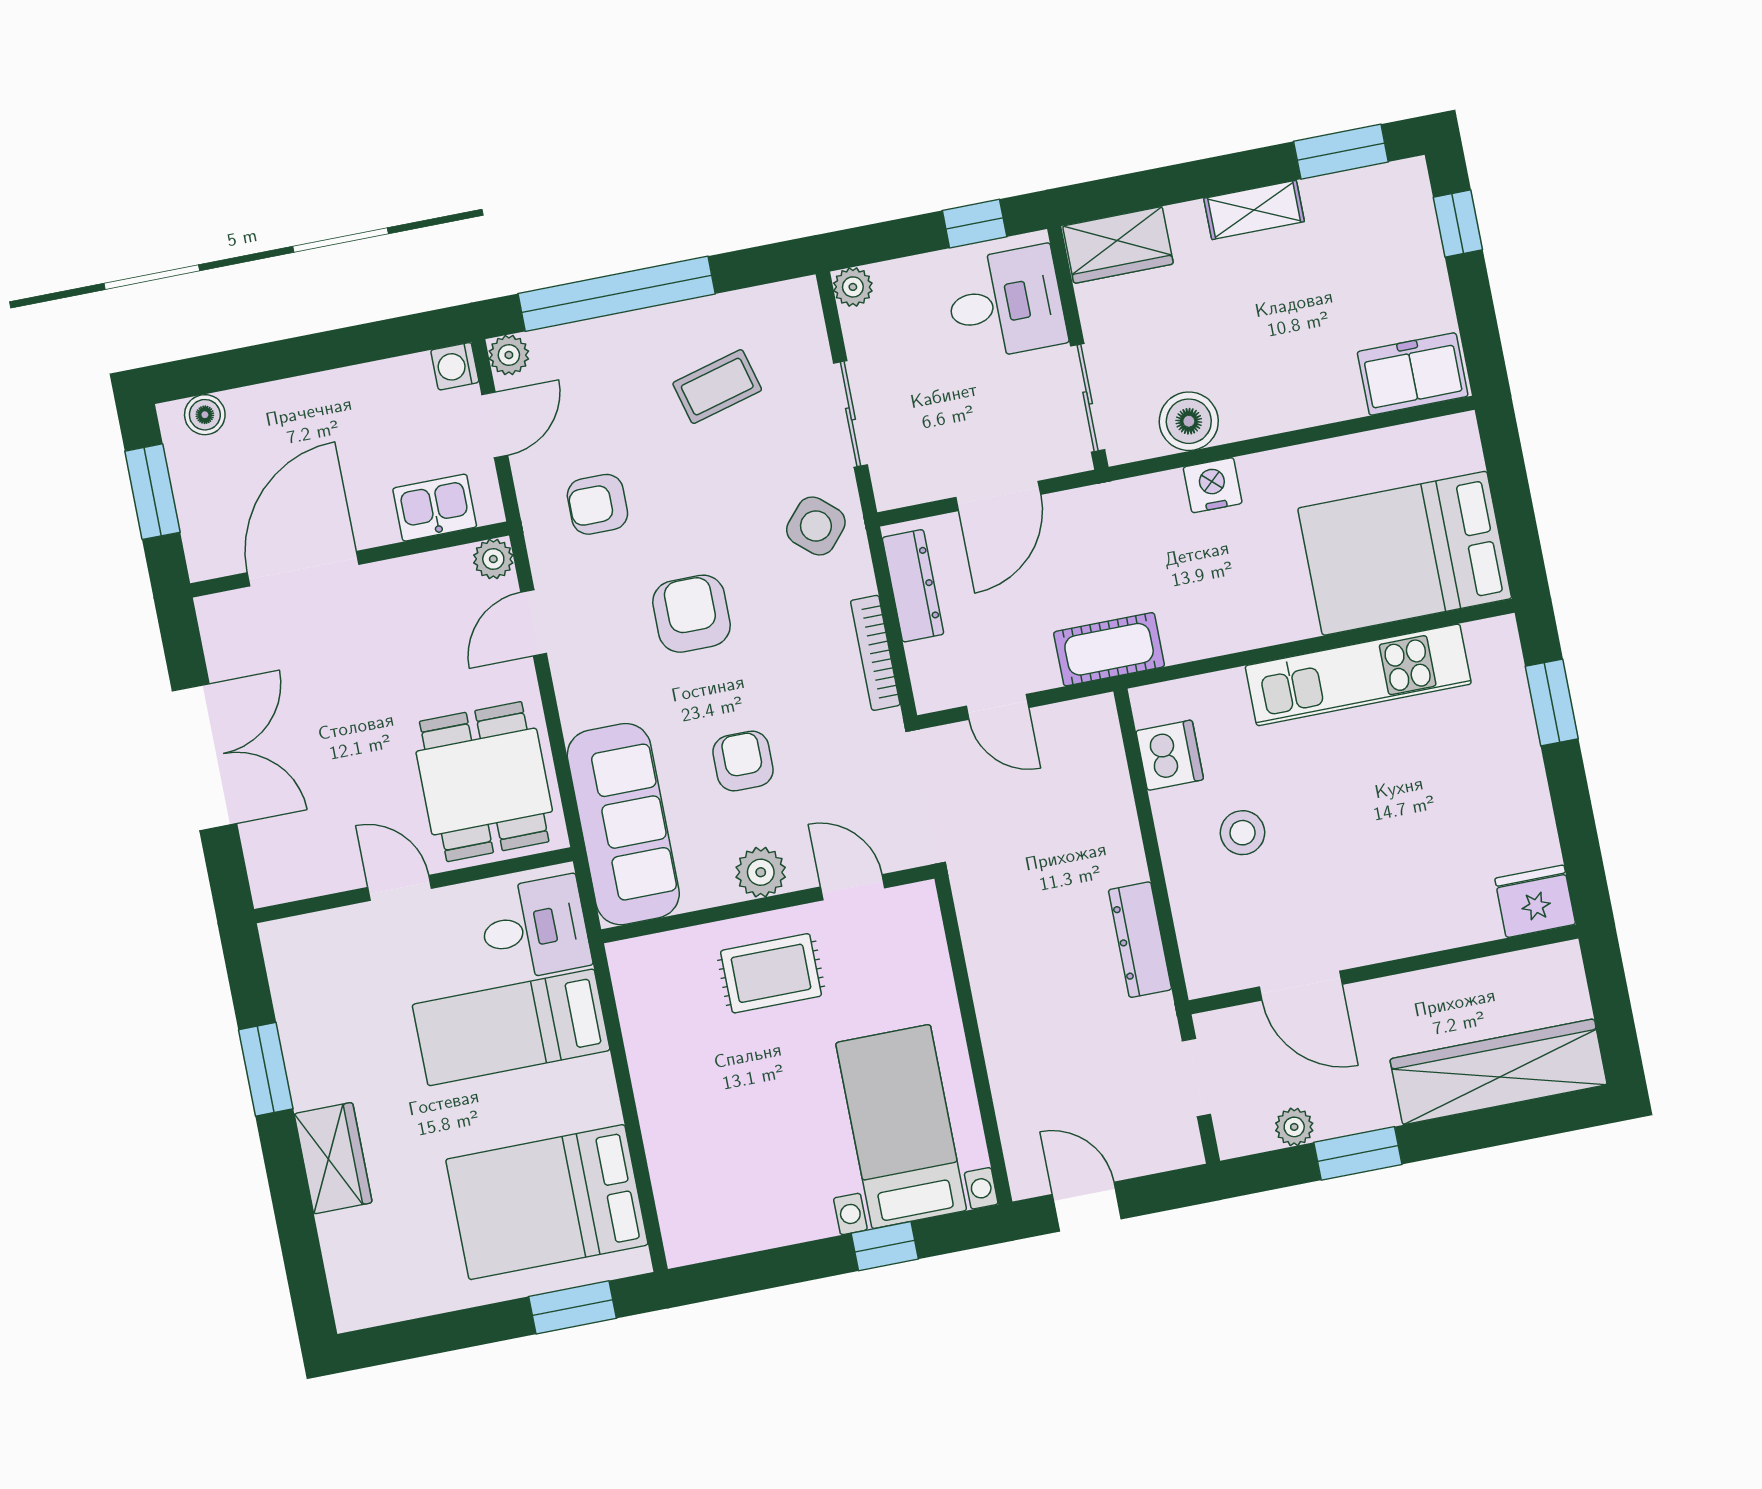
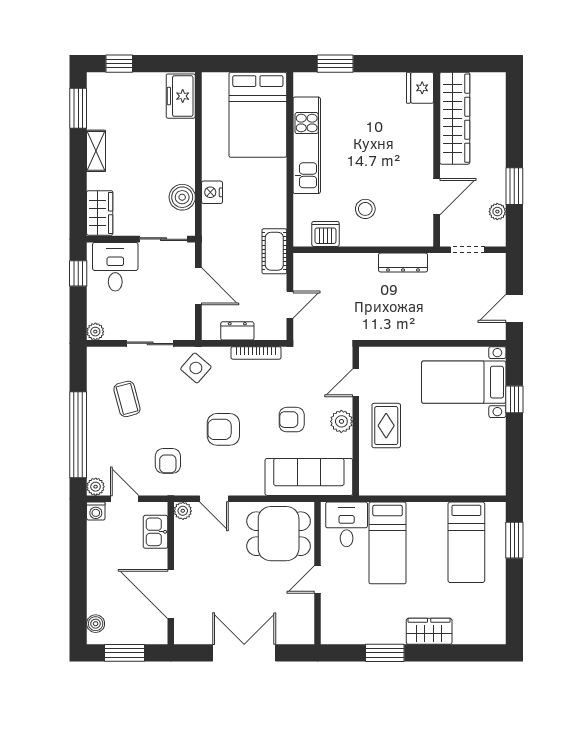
dresser: (913, 586) -> (237, 331), width x0.70
wardrobe: (1499, 1072) -> (455, 118), moved, turned 180
bed: (547, 1202) -> (466, 542), width x0.67

